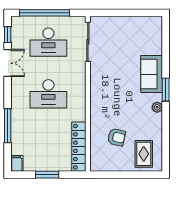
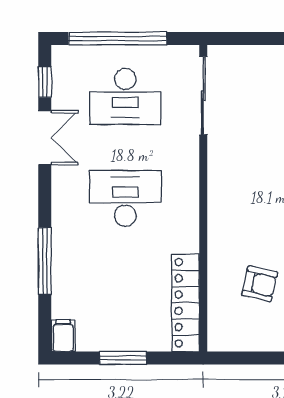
desk: (48, 94) -> (125, 198), turned 180

